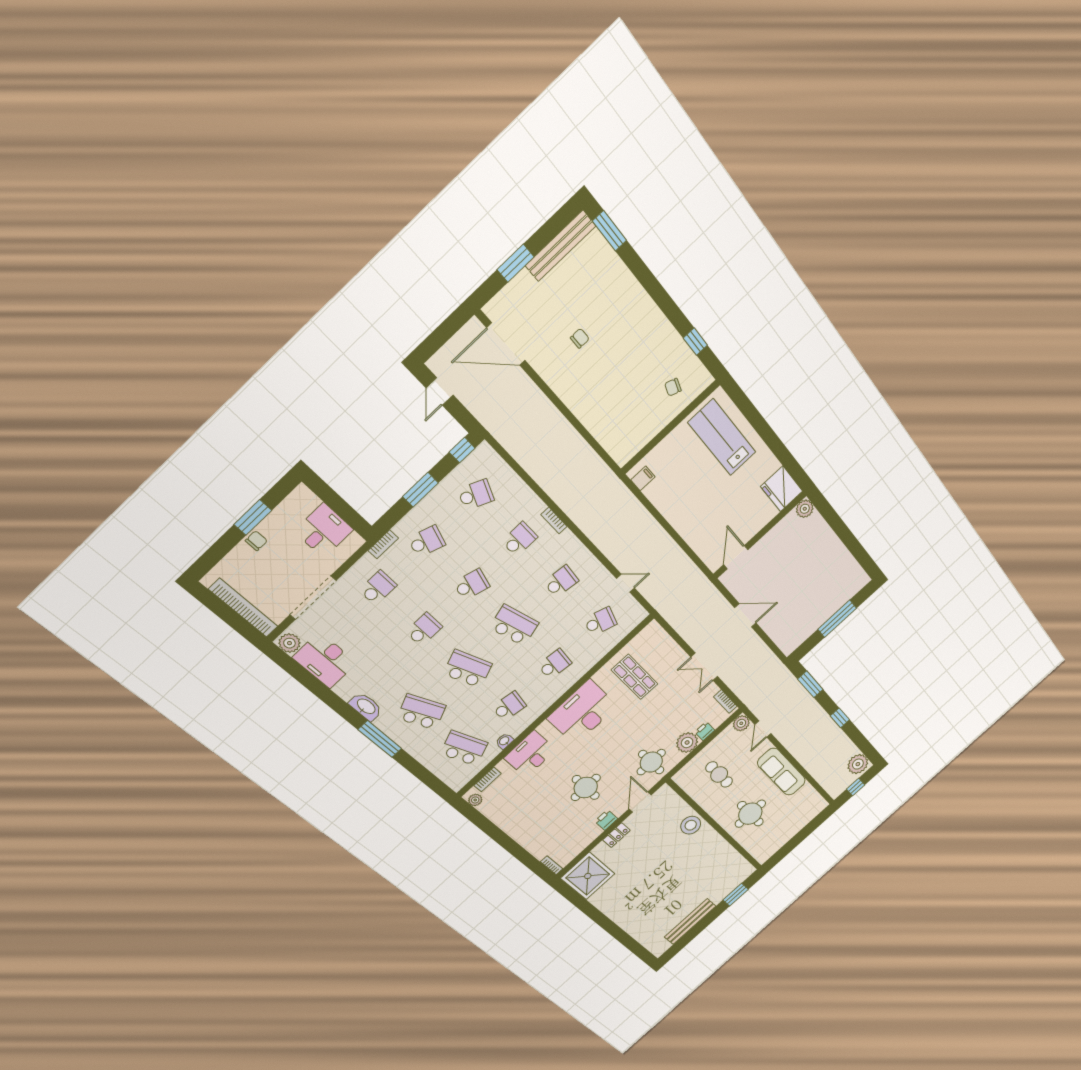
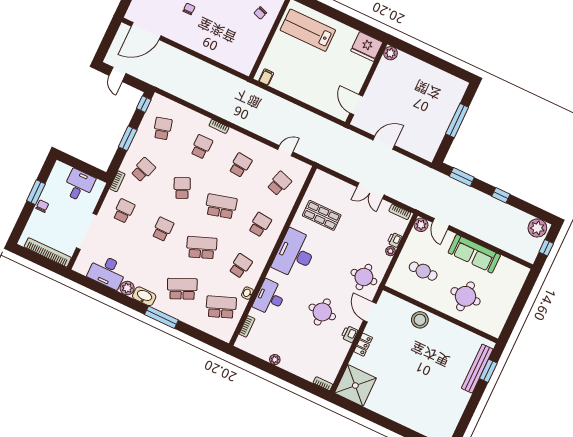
school desk: (476, 495) -> (163, 129), turned -39
school desk: (472, 584) -> (182, 188), turned -39
plant: (289, 643) -> (127, 288), moved
plant: (687, 743) -> (390, 251), width x0.53, depth x0.53
plant: (475, 800) -> (275, 360), moved
bench: (690, 922) -> (477, 369), moved

